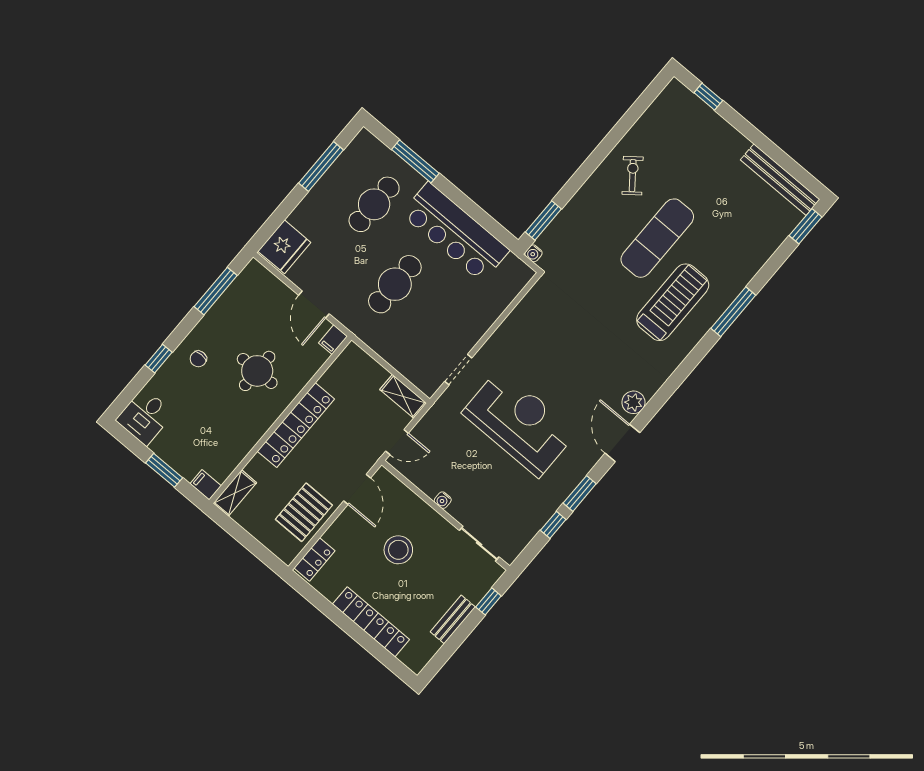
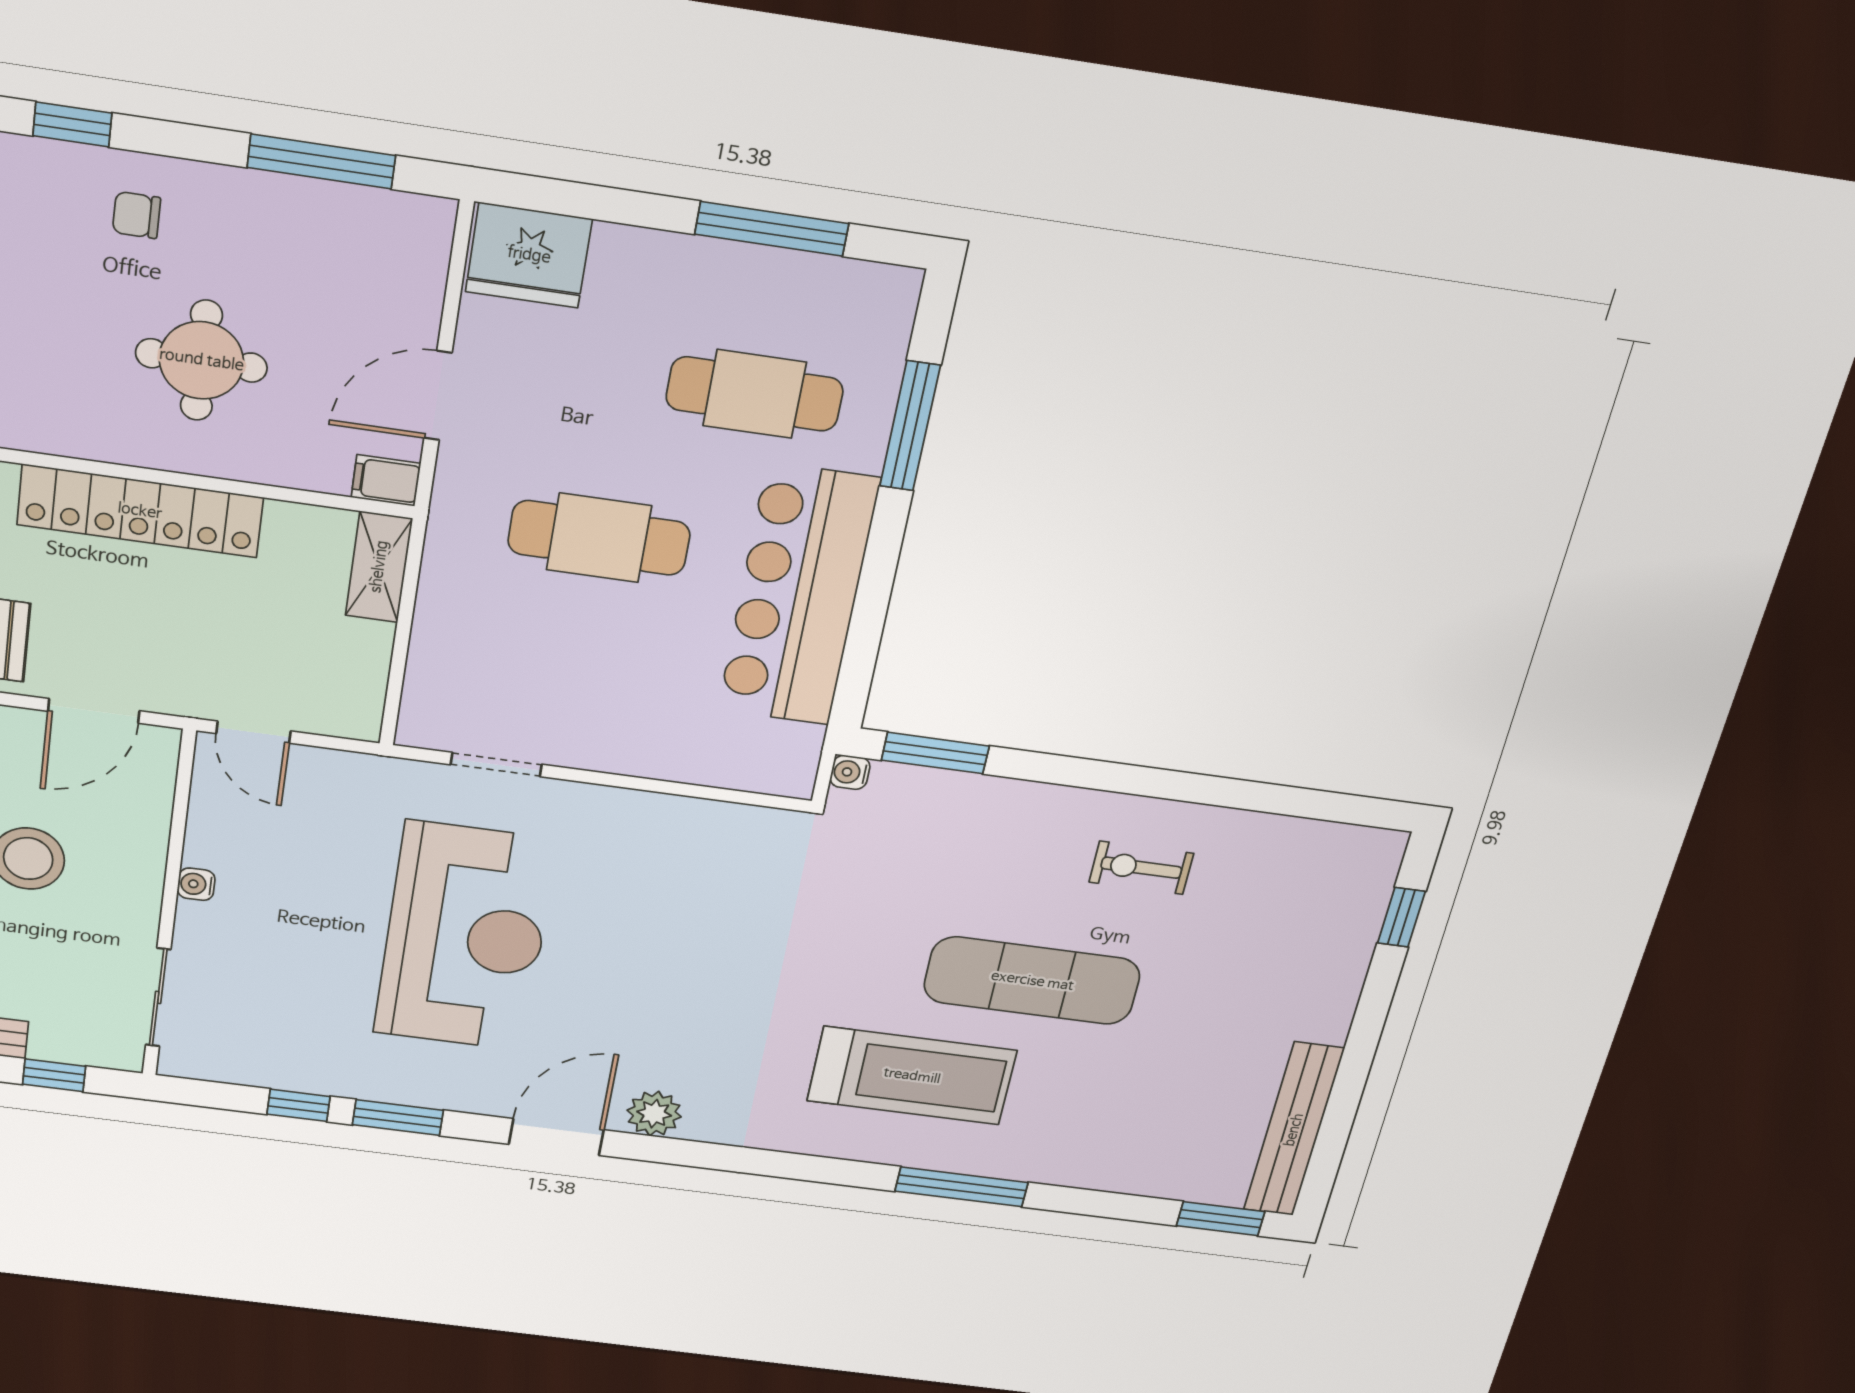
exercise bike: (633, 176) -> (1141, 868), turned -142
shelving: (403, 396) -> (379, 567), moved

